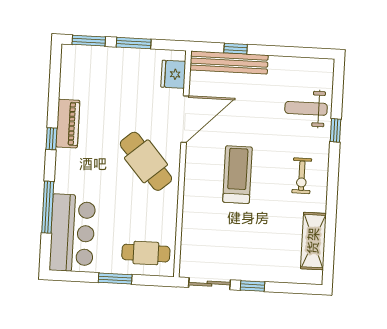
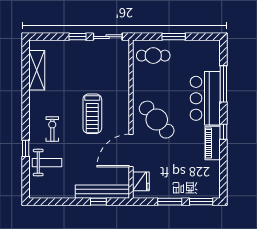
exercise bike: (302, 176) -> (52, 129), moved
bar counter: (72, 233) -> (205, 98), moved

